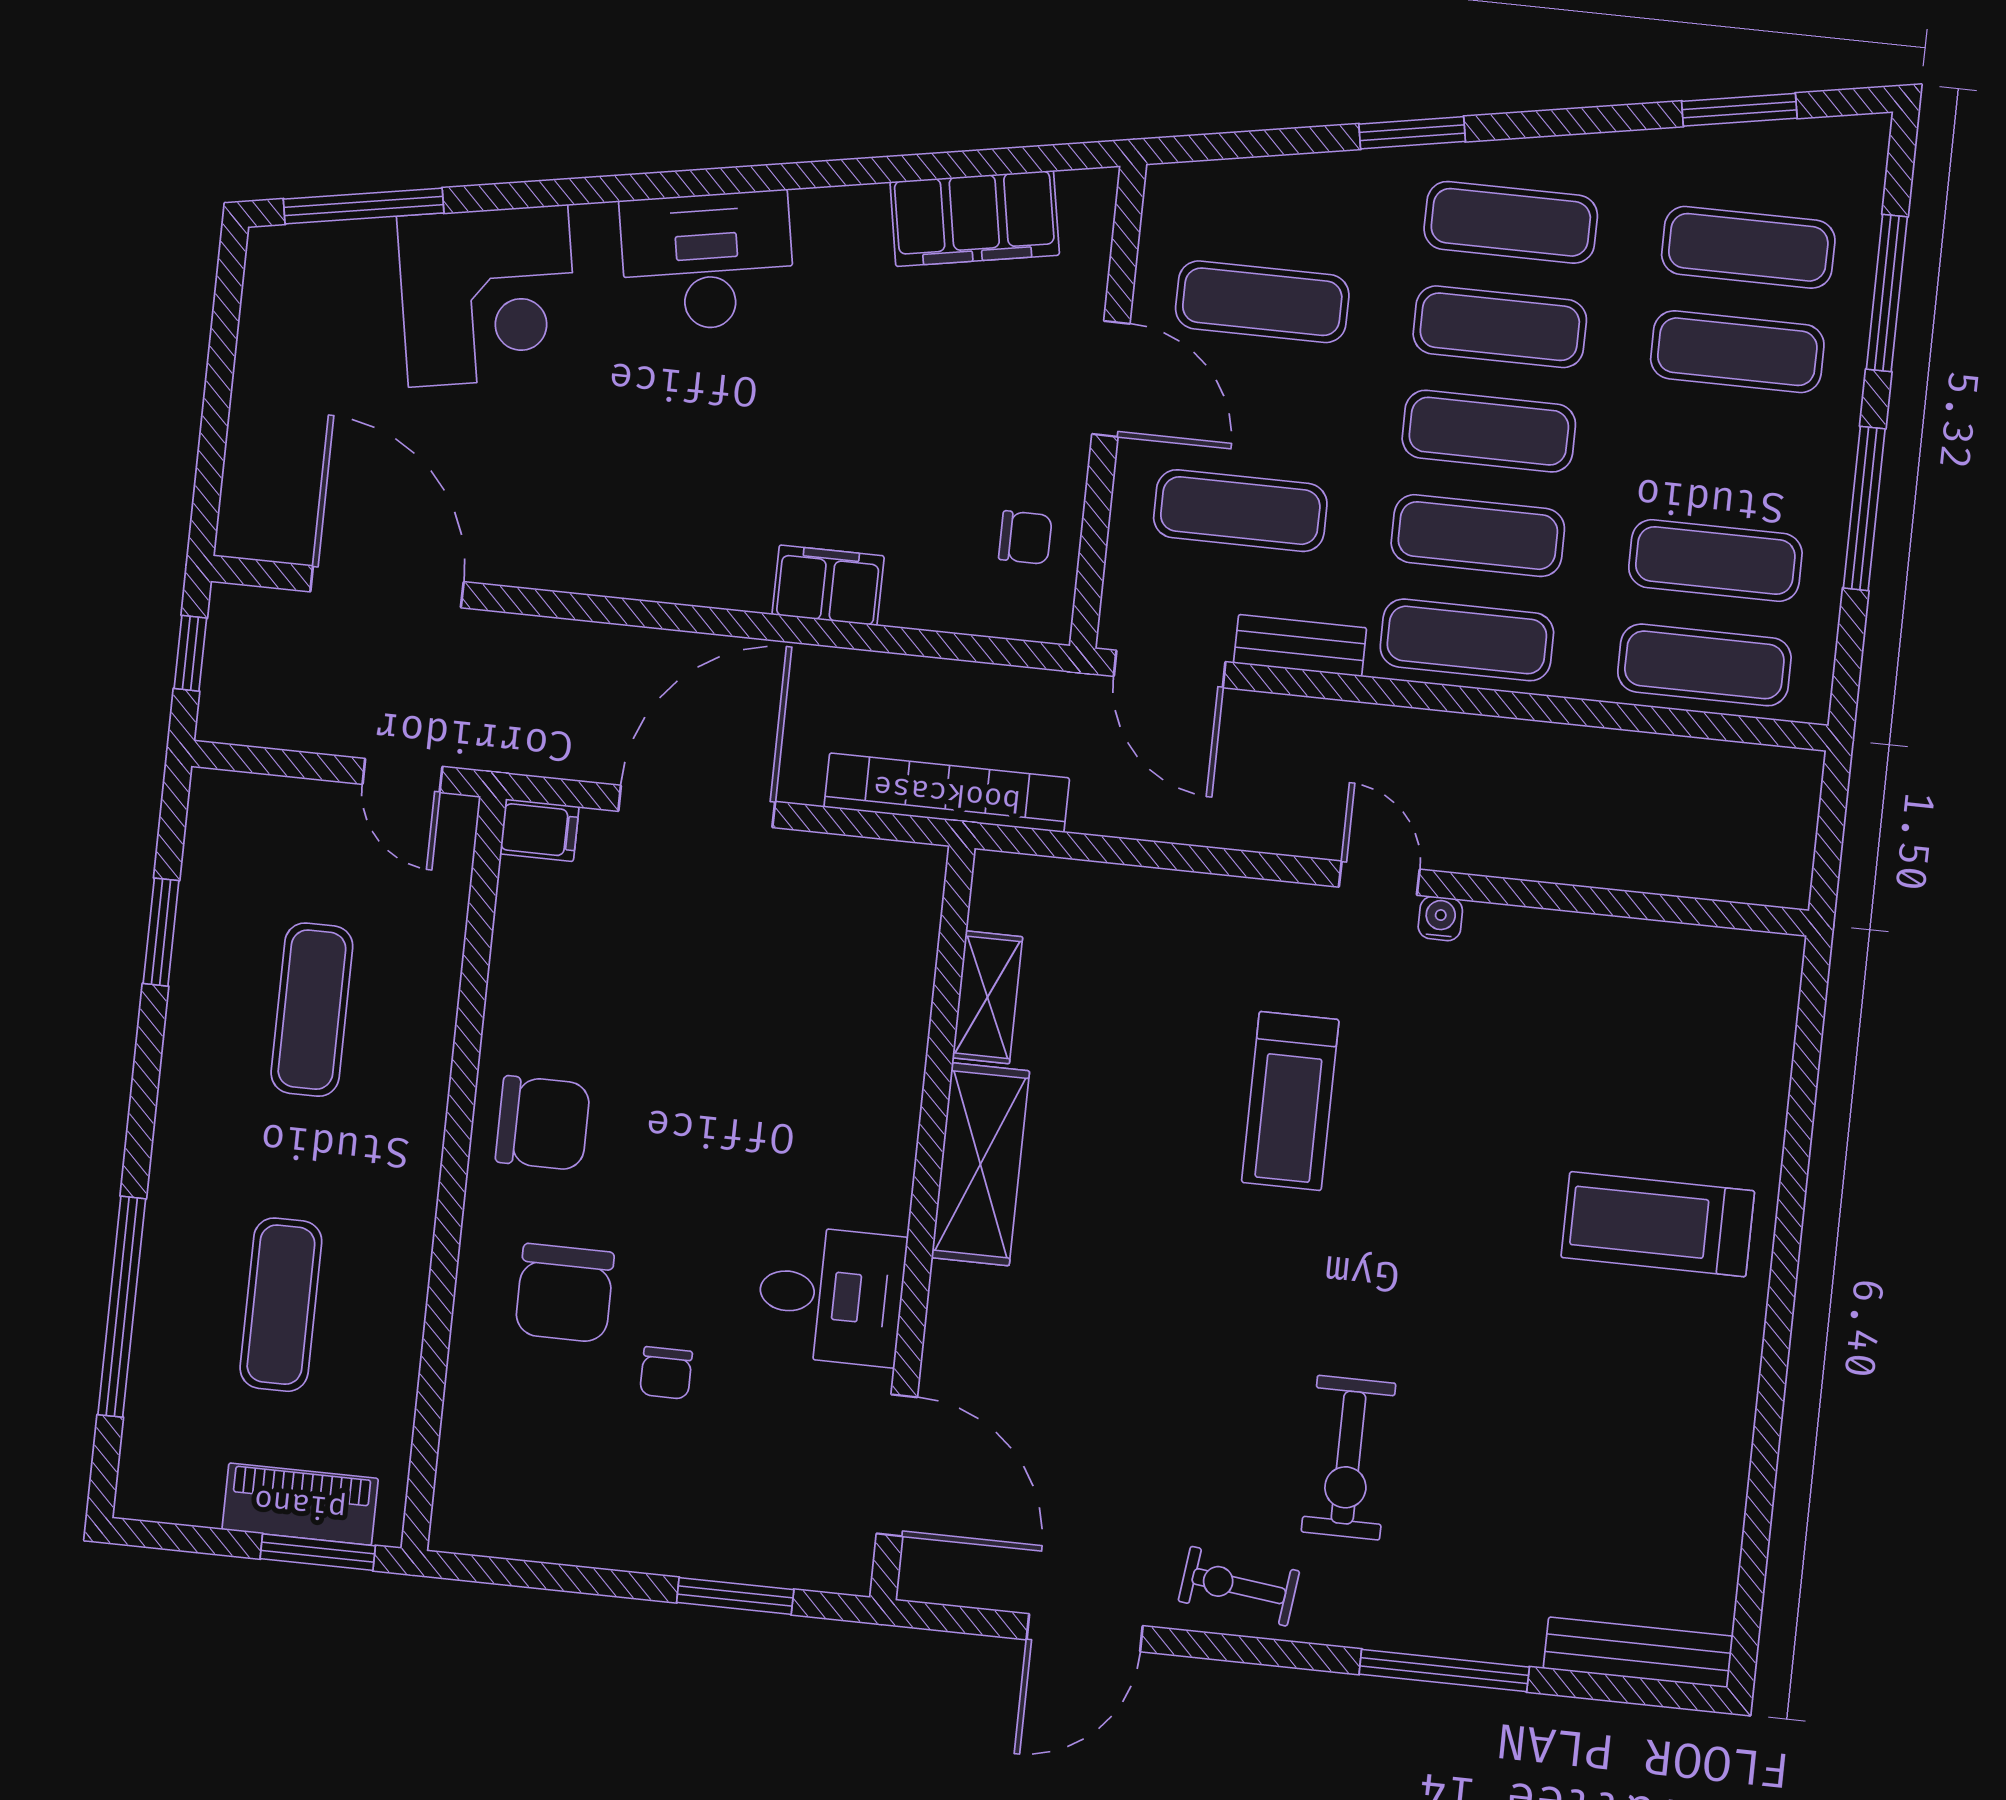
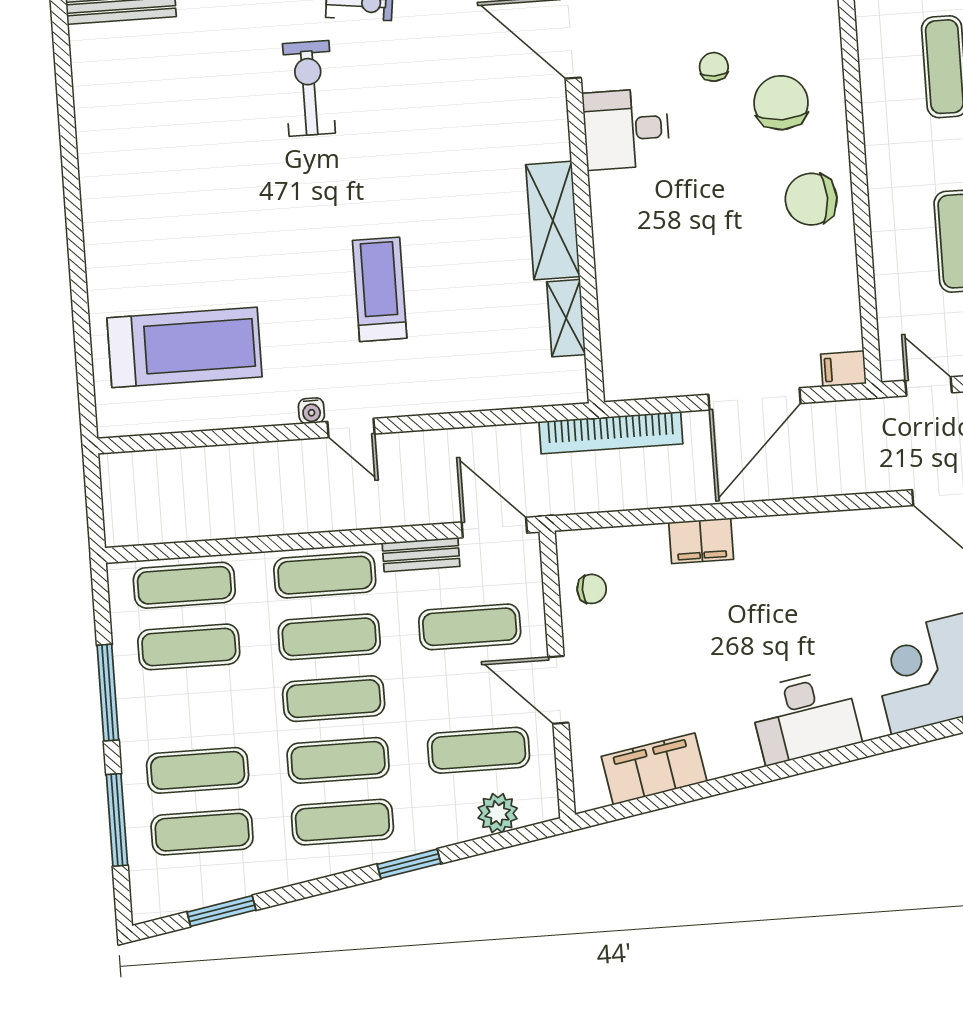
plant: (1249, 191) -> (498, 813), added
chair: (1025, 537) -> (592, 589), turned 180
treadmill: (1658, 1224) -> (185, 347), moved, width x1.37, depth x1.38

